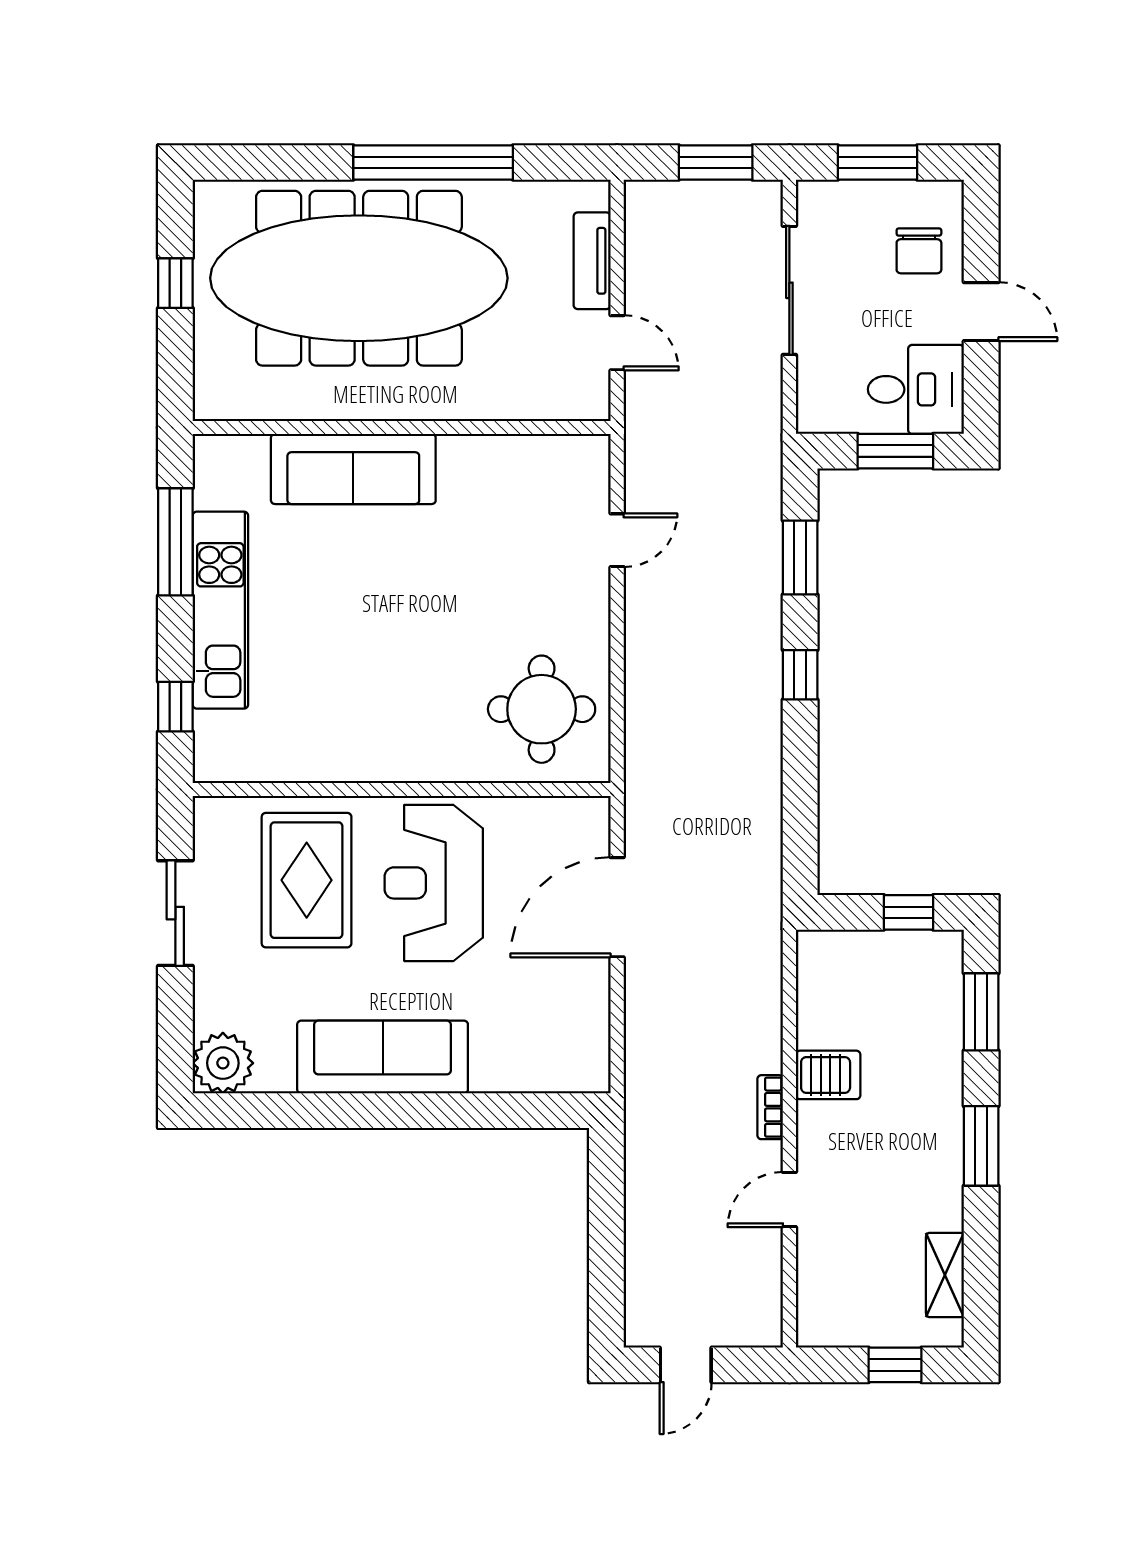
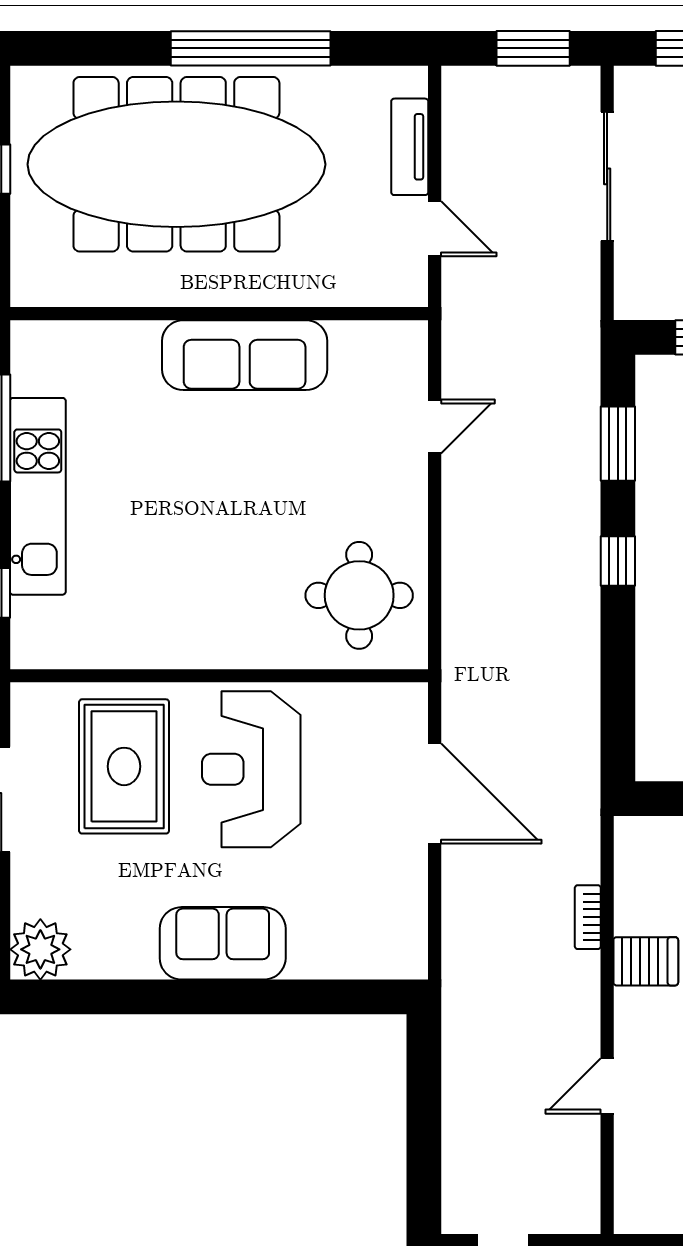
sofa: (353, 469) -> (245, 355), moved
door: (617, 907) -> (435, 794), swing flipped
sofa: (383, 1057) -> (223, 943), width x0.73
bookcase: (770, 1107) -> (588, 917), moved

